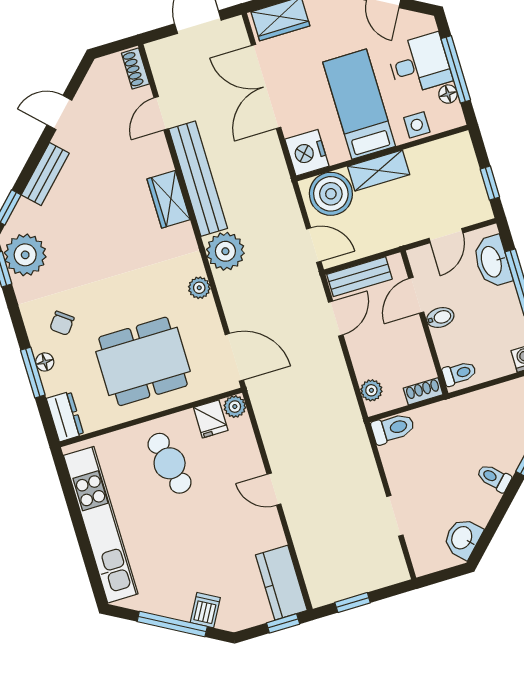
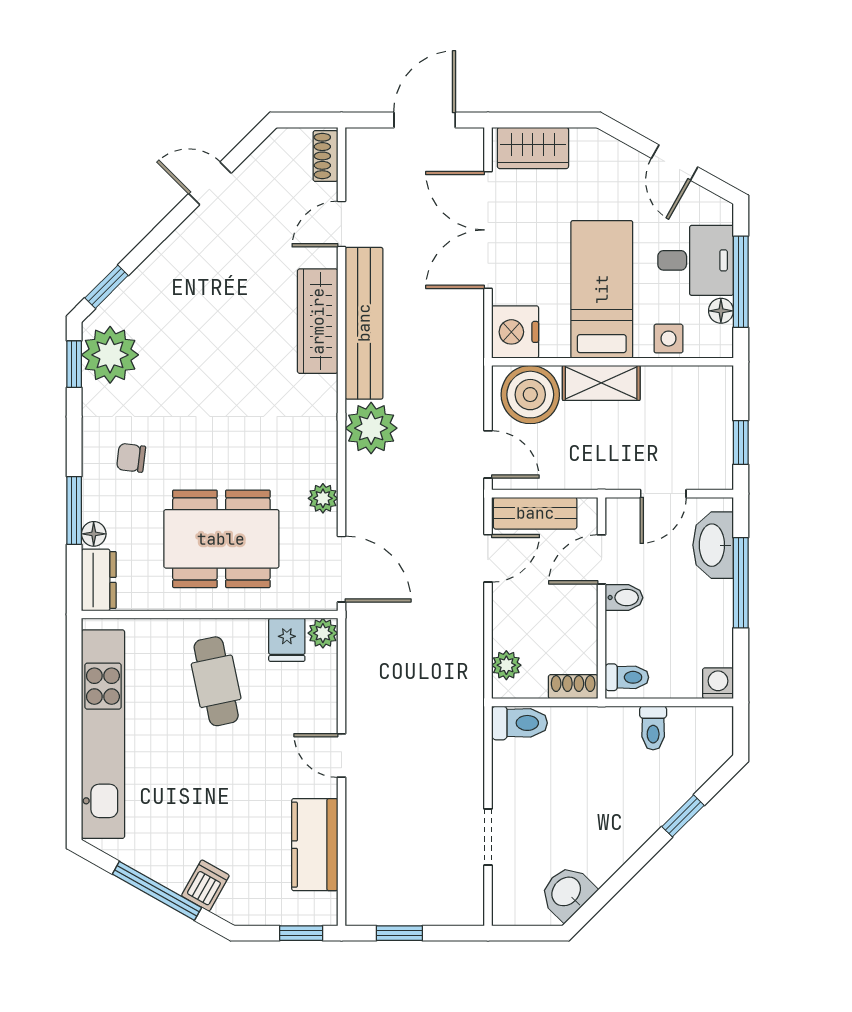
bench: (45, 174) -> (168, 258), removed
wardrobe: (169, 199) -> (318, 321), width x1.50
plant: (199, 288) -> (323, 498), moved
chair: (62, 323) -> (131, 458), turned 60
floor lamp: (45, 362) -> (94, 534), moved
toilet: (494, 478) -> (653, 728), moved, turned -135
kitchen counter: (281, 583) -> (315, 845), moved

